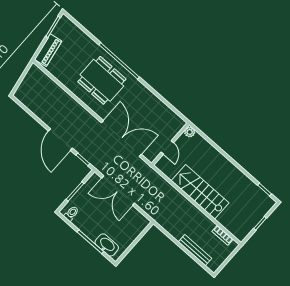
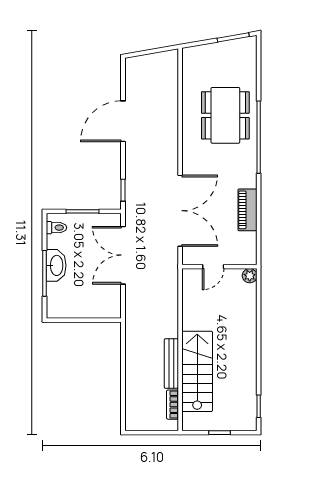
piano: (48, 50) -> (247, 210), moved, turned 100
dining table: (102, 80) -> (225, 115), moved
door: (60, 140) -> (123, 121), moved
stairs: (200, 192) -> (197, 371), moved
washbasin: (107, 245) -> (56, 265), moved
bench: (195, 250) -> (171, 363), moved

